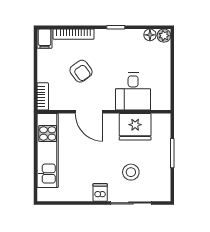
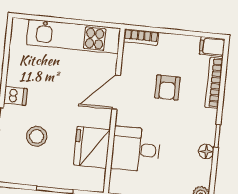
floor lamp: (150, 35) -> (206, 151), moved
armchair: (81, 71) -> (167, 88), turned -54

